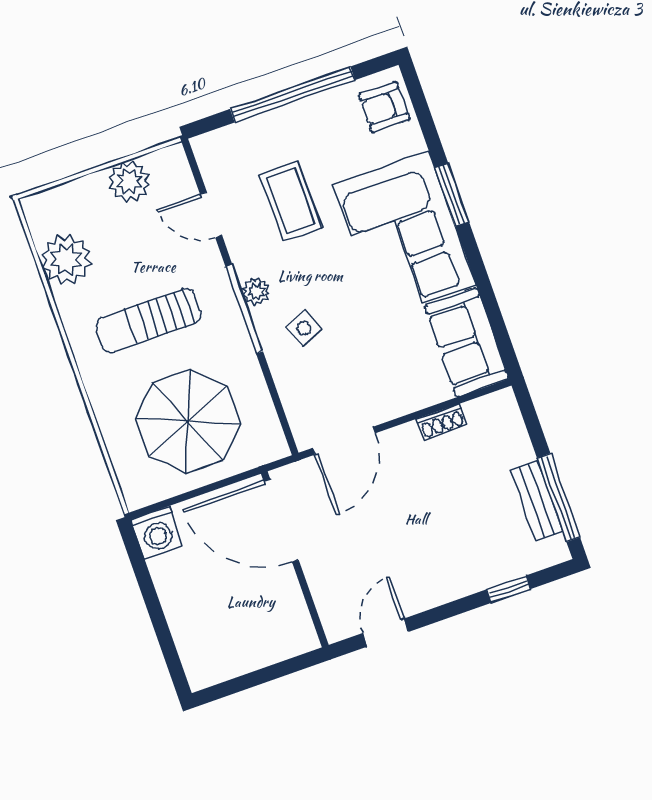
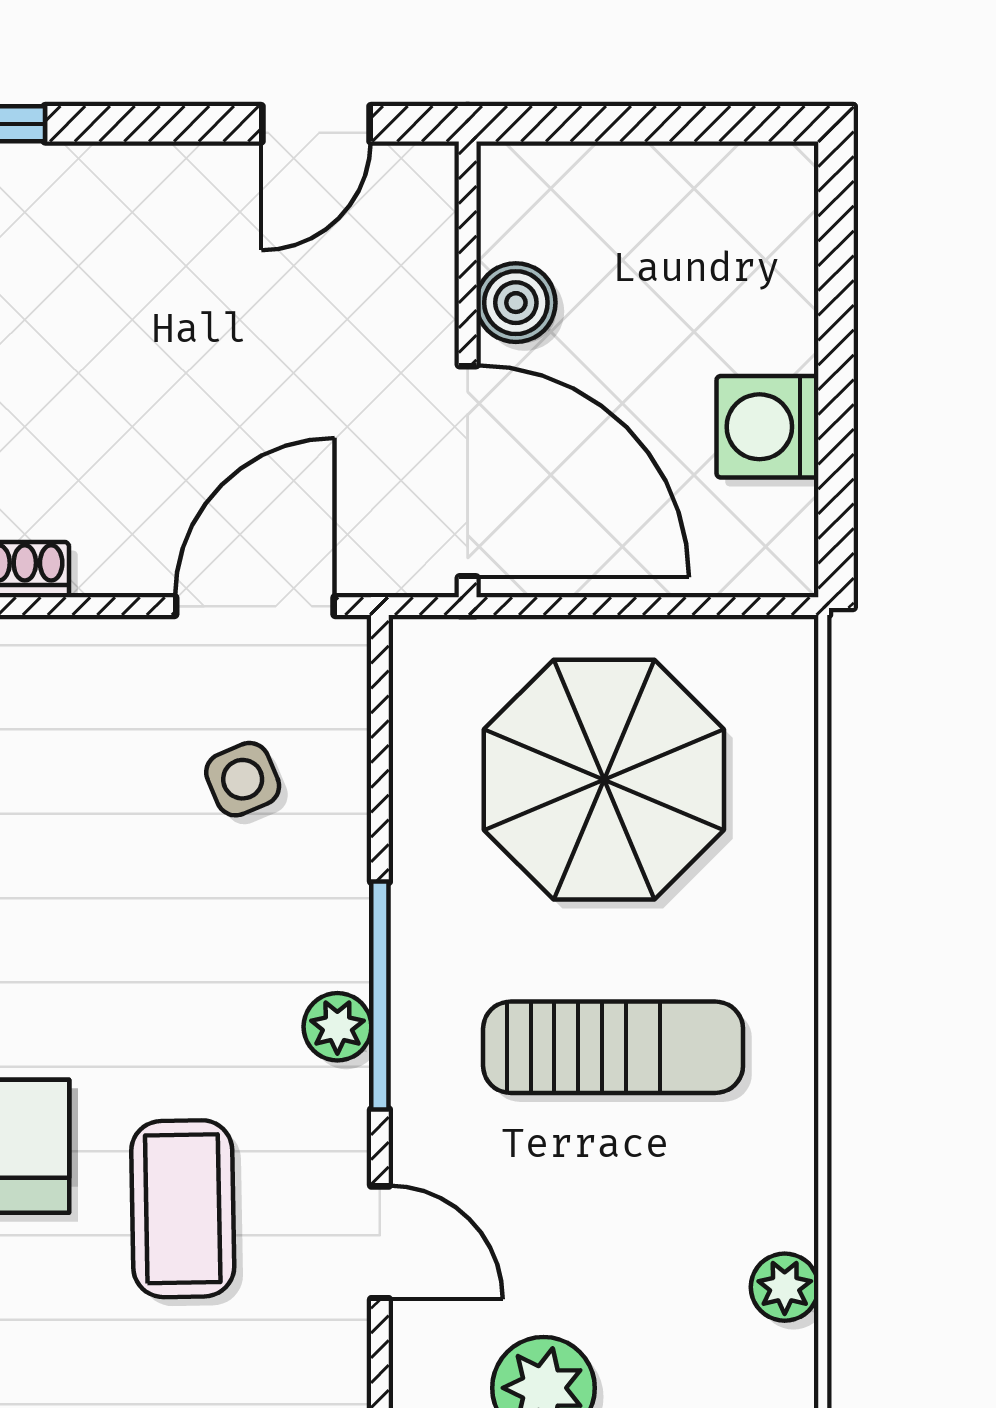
plant: (66, 260) -> (785, 1287), width x0.53, depth x0.53
side table: (304, 328) -> (243, 779), moved
washing machine: (157, 532) -> (767, 427), moved, turned -90
boiler: (285, 591) -> (516, 303), added

